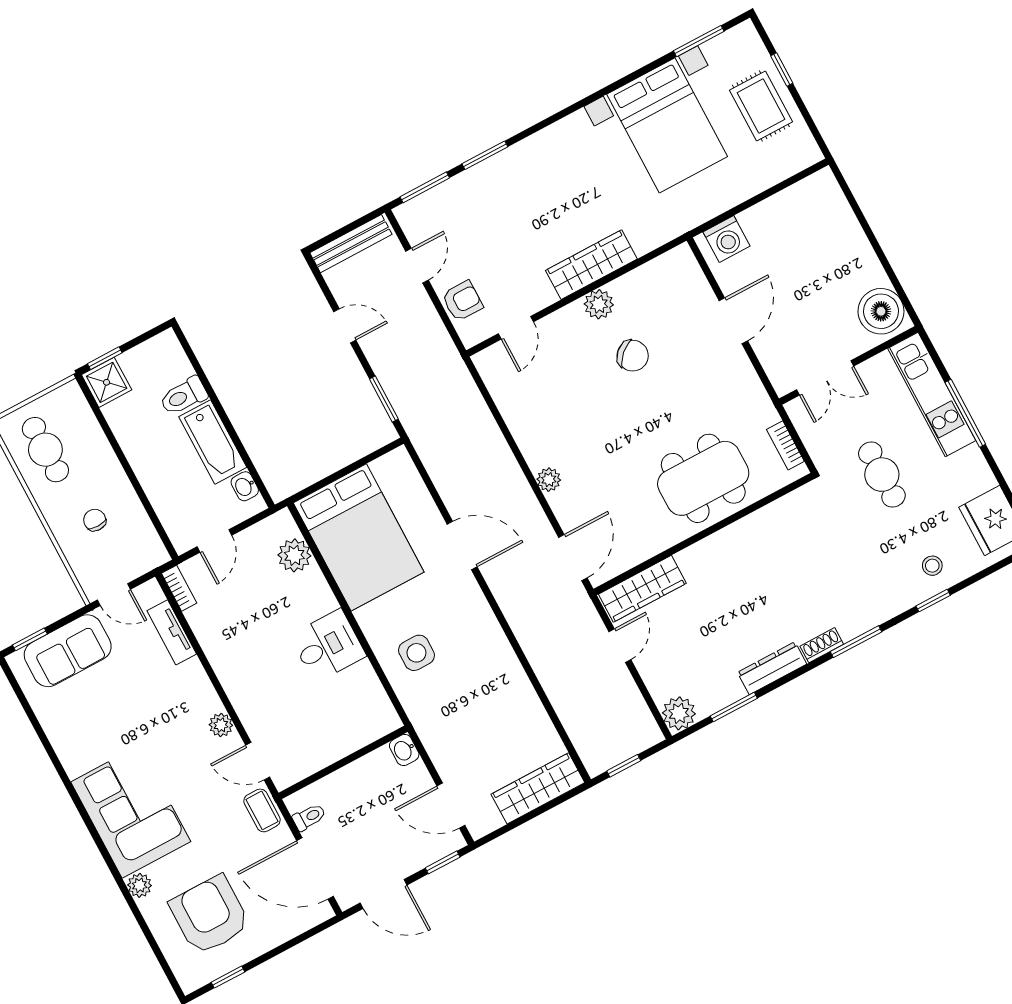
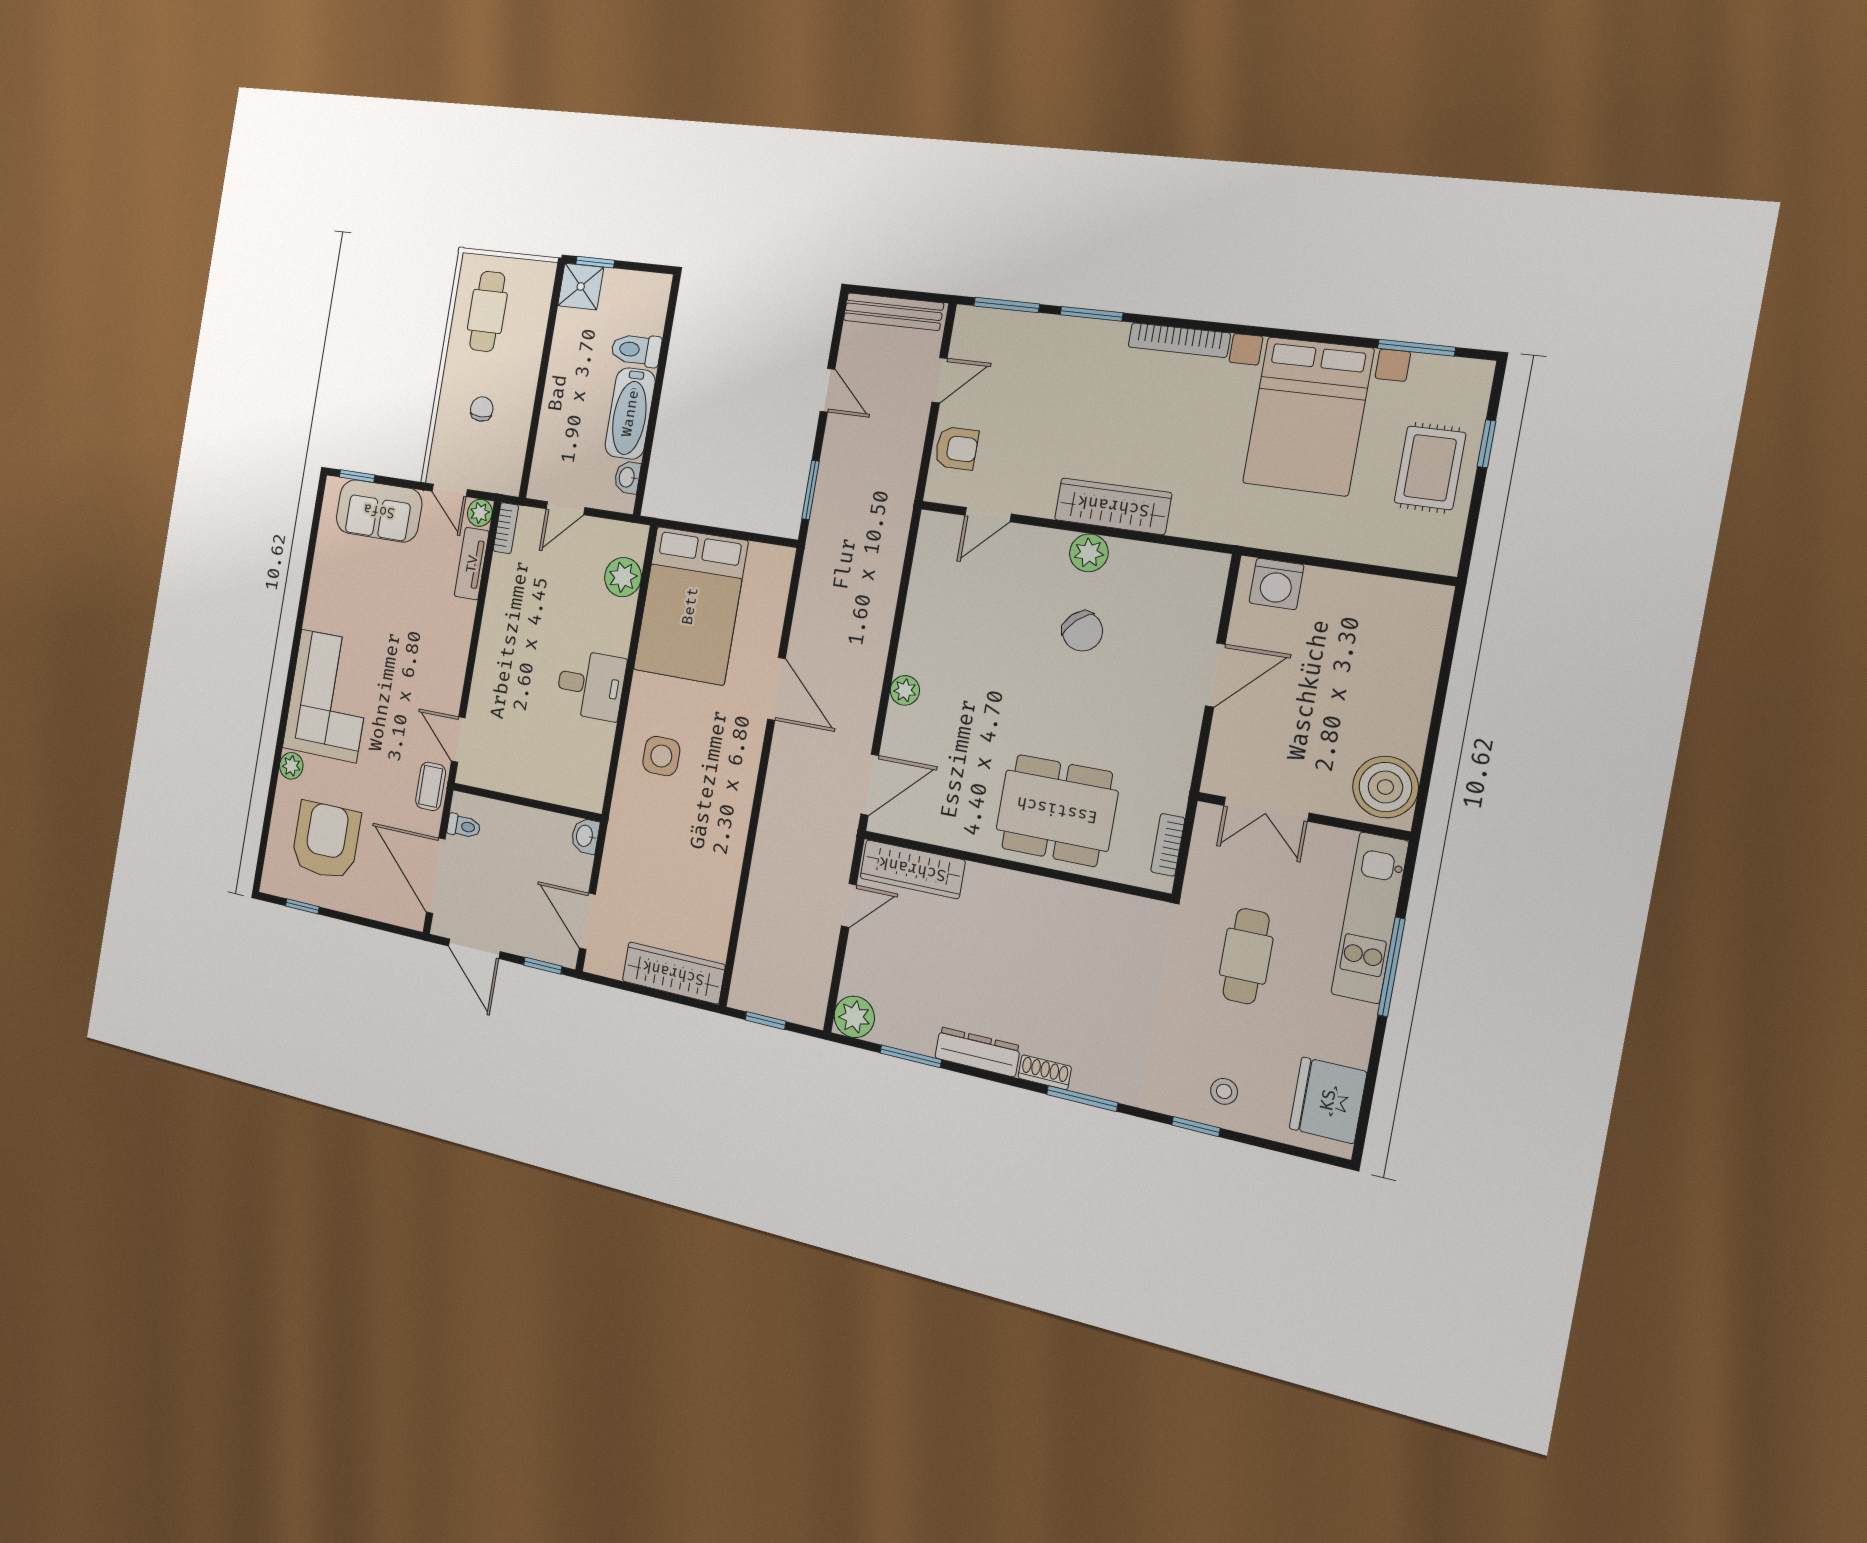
bookcase: (553, 134) -> (1179, 340), added
plant: (221, 725) -> (480, 513), moved

